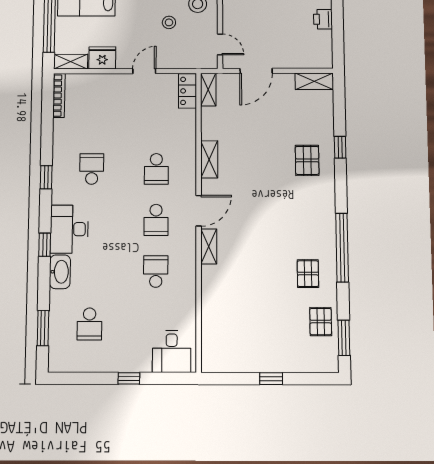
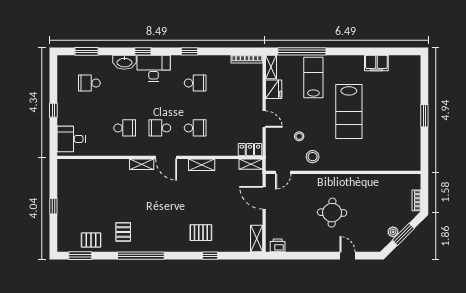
printer: (323, 19) -> (278, 245), moved
school desk: (156, 169) -> (195, 128), turned 180
pallet: (308, 274) -> (123, 232), turned 90

